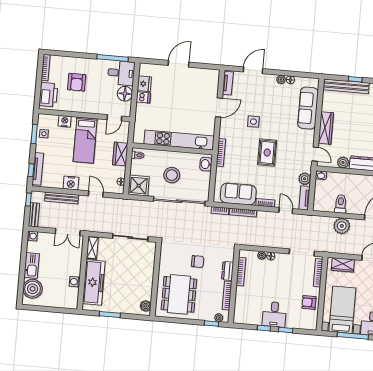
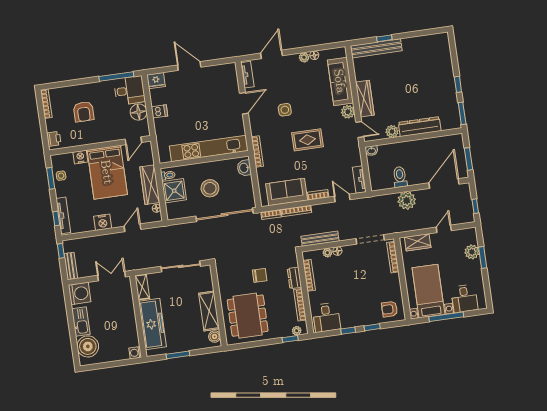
door: (179, 64) -> (189, 66), hinge flipped
fridge: (144, 84) -> (156, 81), moved, turned 90
printer: (48, 95) -> (54, 139), width x0.53, depth x0.68
bed: (85, 140) -> (107, 172), width x1.50
rug: (267, 153) -> (307, 140), turned 90
wardrobe: (120, 154) -> (150, 185), width x1.50
plant: (305, 179) -> (348, 112), moved
shower: (139, 186) -> (174, 191), moved
door: (96, 194) -> (132, 228), hinge flipped
bench: (62, 198) -> (320, 239), moved
double door: (68, 232) -> (112, 276), swing flipped
washing machine: (32, 236) -> (80, 293), width x1.89, depth x1.89
washing machine: (75, 282) -> (135, 353), moved
shelving: (146, 282) -> (209, 311), added
armchair: (309, 302) -> (390, 309), moved
desk: (274, 314) -> (326, 317), moved

